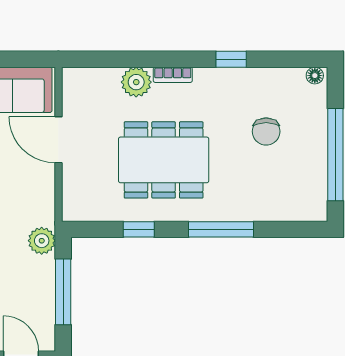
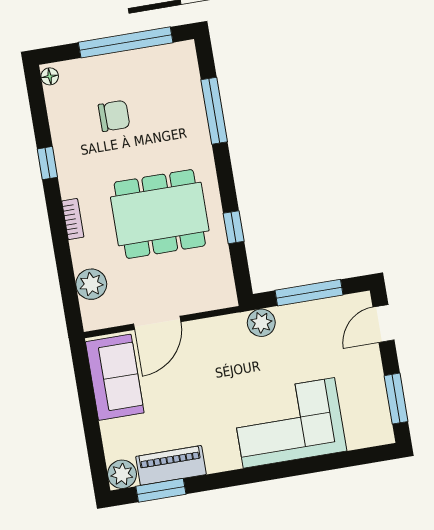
plant: (136, 82) -> (91, 284), moved
dining table: (164, 160) -> (160, 214), turned 90
window: (221, 229) -> (214, 111), moved

